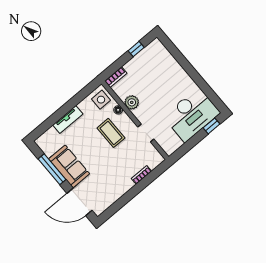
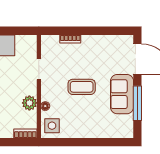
tv unit: (68, 119) -> (92, 132), removed
coffee table: (111, 133) -> (82, 87), moved, turned 90

